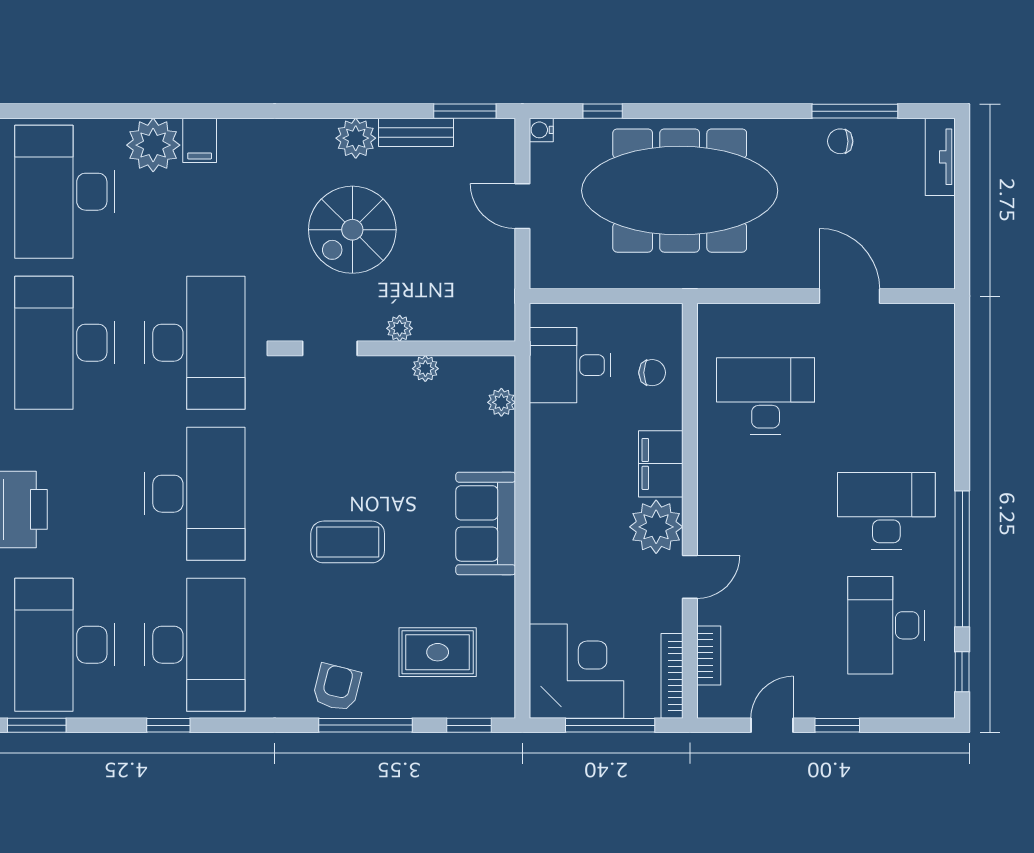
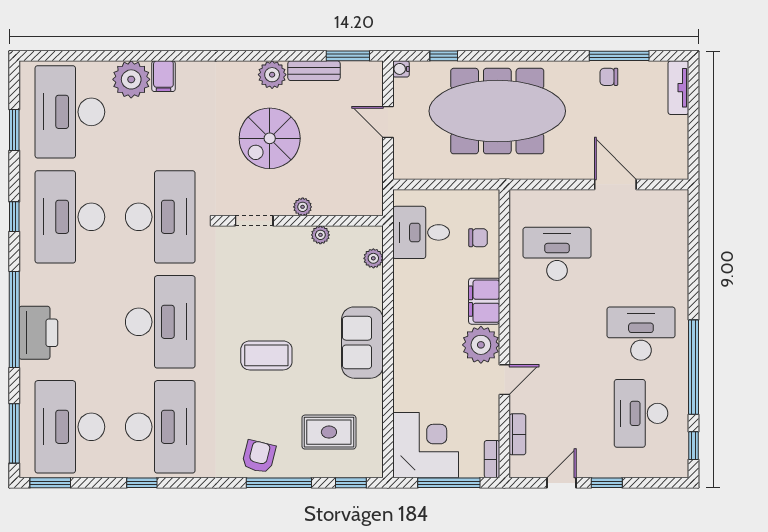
bookcase: (672, 676) -> (492, 459), width x0.64

